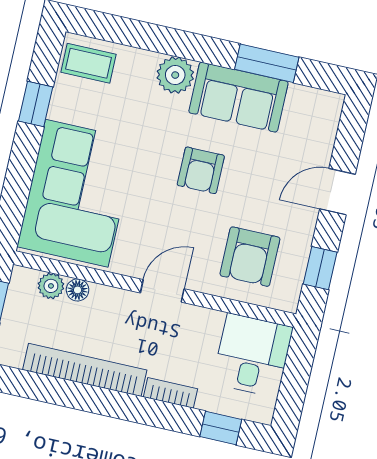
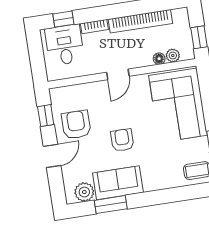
plant: (175, 75) -> (84, 192), moved
armchair: (250, 257) -> (76, 125), moved
desk: (252, 355) -> (65, 45), moved, turned 180

